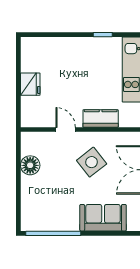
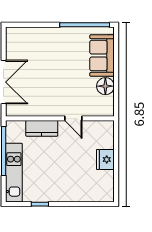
side table: (92, 162) -> (50, 89), removed
sofa: (103, 218) -> (102, 56), moved, turned 90

